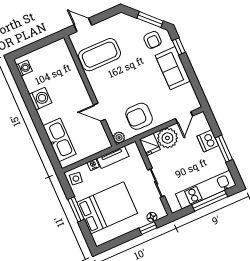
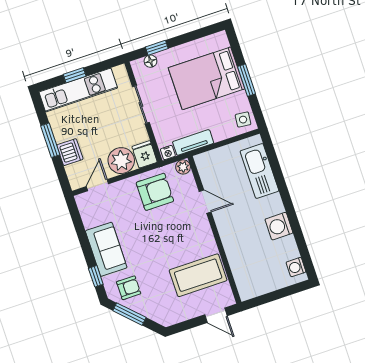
armchair: (153, 40) -> (129, 288), turned 90
nightstand: (93, 165) -> (168, 153), moved
window: (210, 201) -> (75, 75), width x0.46

